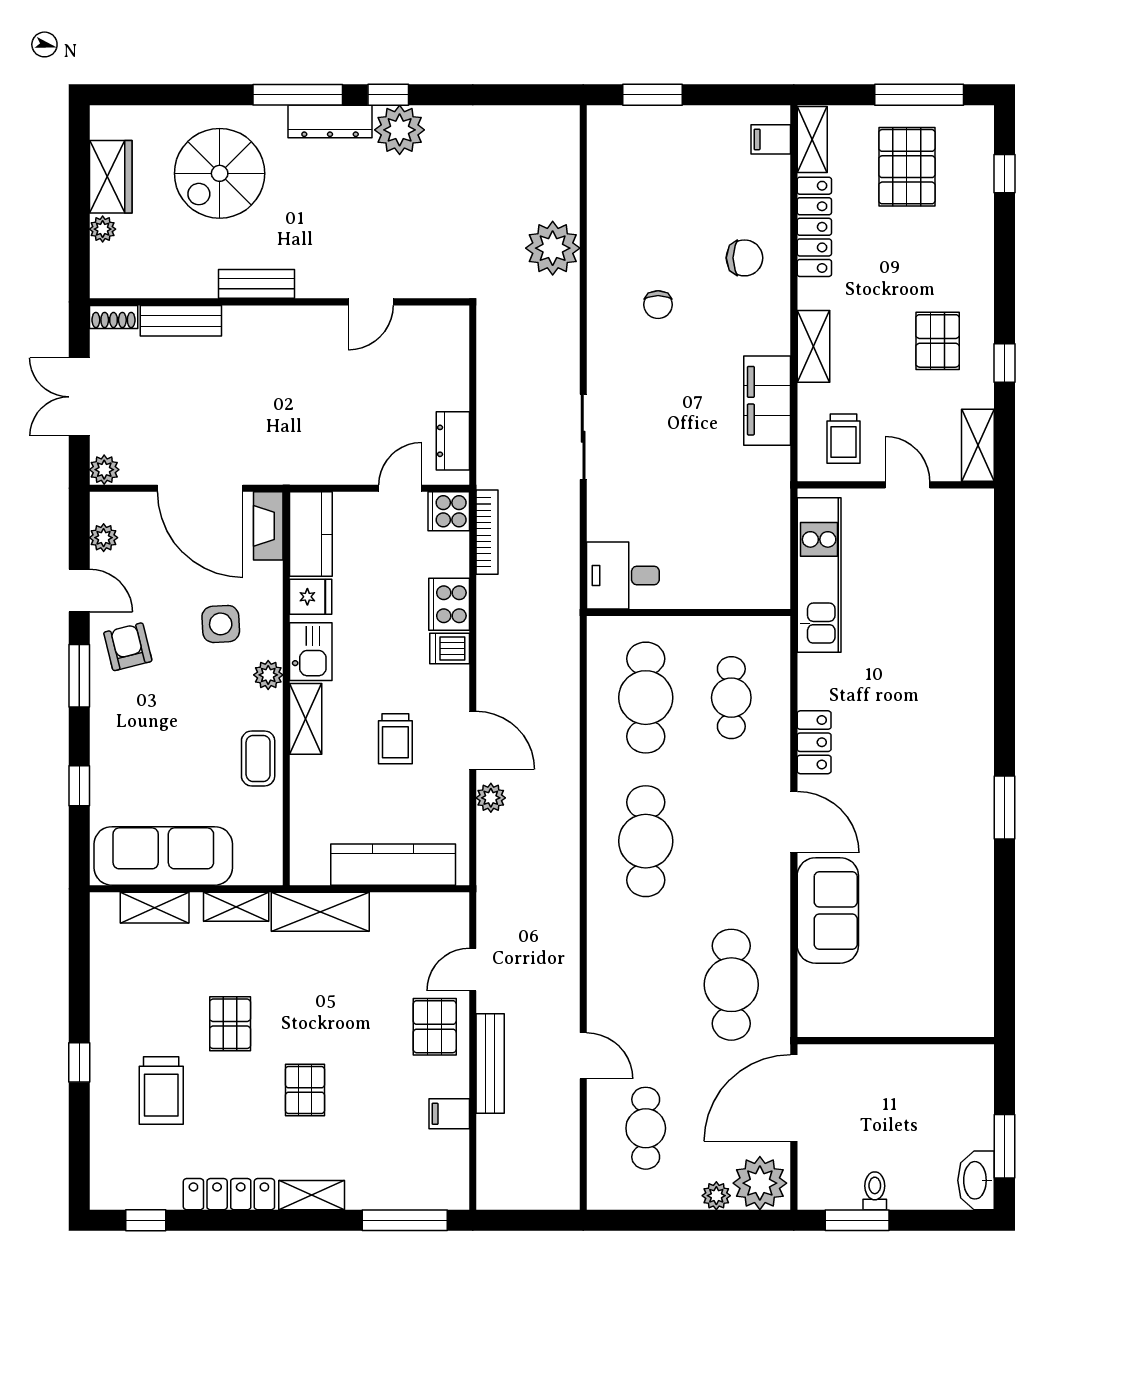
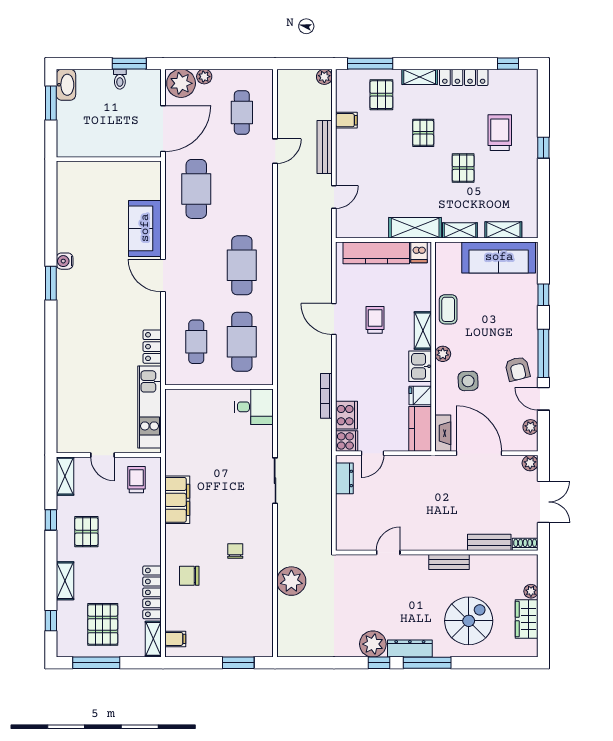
shelving: (813, 346) -> (65, 581), moved
bookcase: (487, 532) -> (326, 396), moved
cooker: (449, 604) -> (347, 415), moved
dishwasher: (450, 648) -> (419, 252), moved, turned 90
window: (79, 676) -> (543, 353), width x1.44
locker: (814, 742) -> (152, 347), moved
plant: (491, 798) -> (324, 77), moved
water cooler: (979, 849) -> (65, 261), added
pallet: (435, 1027) -> (381, 95), moved
door: (583, 1056) -> (275, 151), swing flipped

